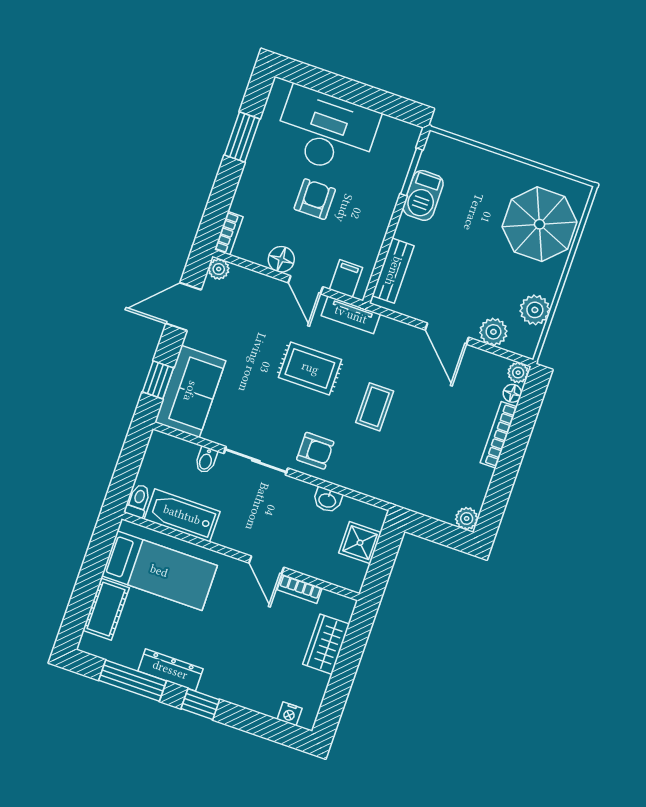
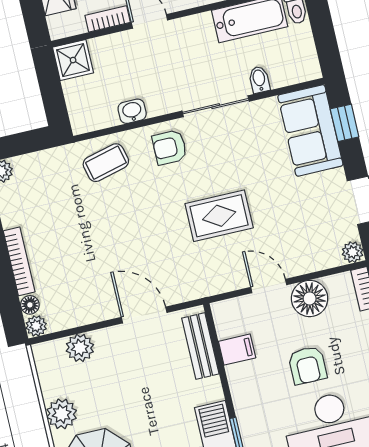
floor lamp: (281, 259) -> (310, 298), width x1.38, depth x1.38
filing cabinet: (346, 278) -> (237, 350), moved, turned -90
plant: (535, 310) -> (62, 414), moved
tv unit: (351, 315) -> (213, 285), removed
door: (447, 334) -> (144, 315), moved
coffee table: (375, 407) -> (106, 163), moved, turned 76
shower: (360, 543) -> (73, 60), moved

